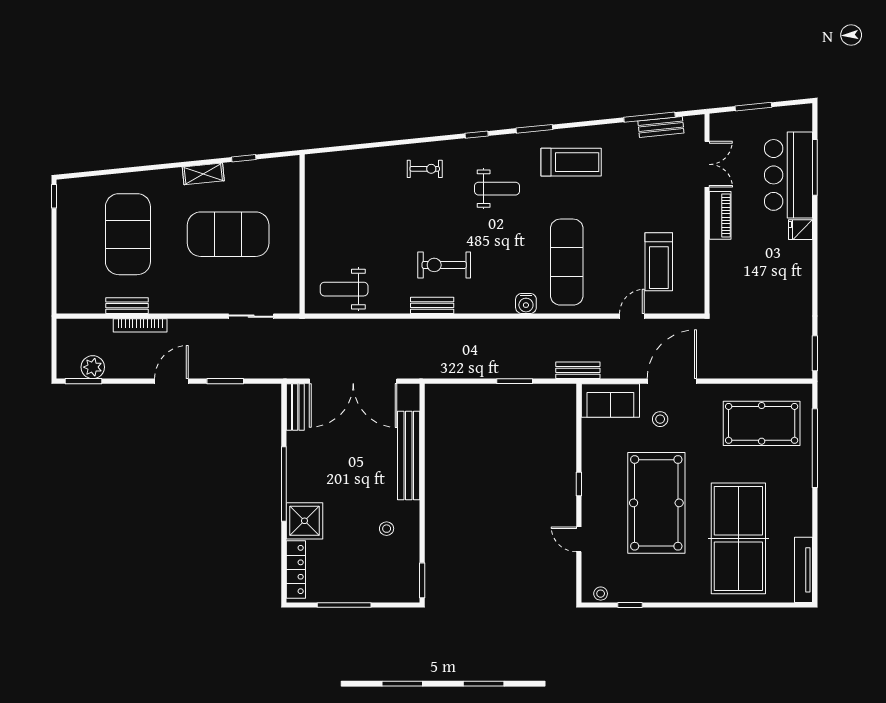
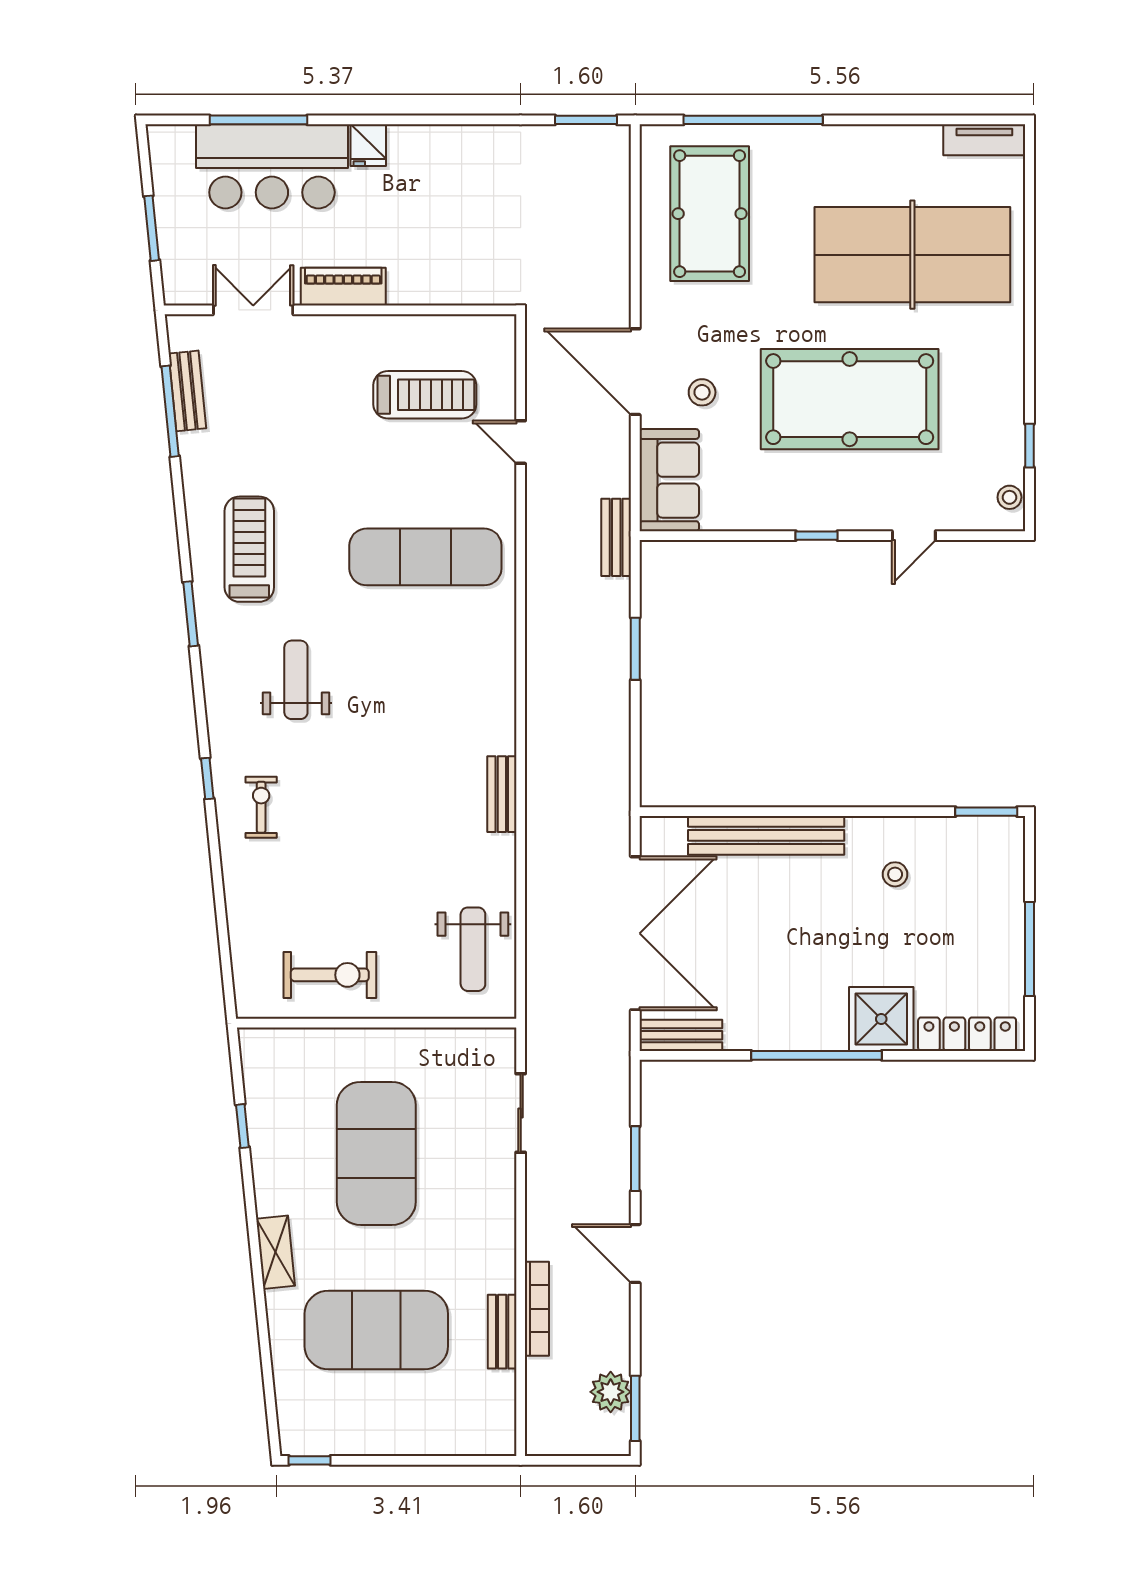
window: (477, 135) -> (207, 778), moved
shelving: (203, 174) -> (276, 1252), moved
exercise bike: (444, 265) -> (330, 975), moved, turned -90
water cooler: (526, 303) -> (498, 629), removed
tv unit: (804, 570) -> (984, 140), width x0.71

